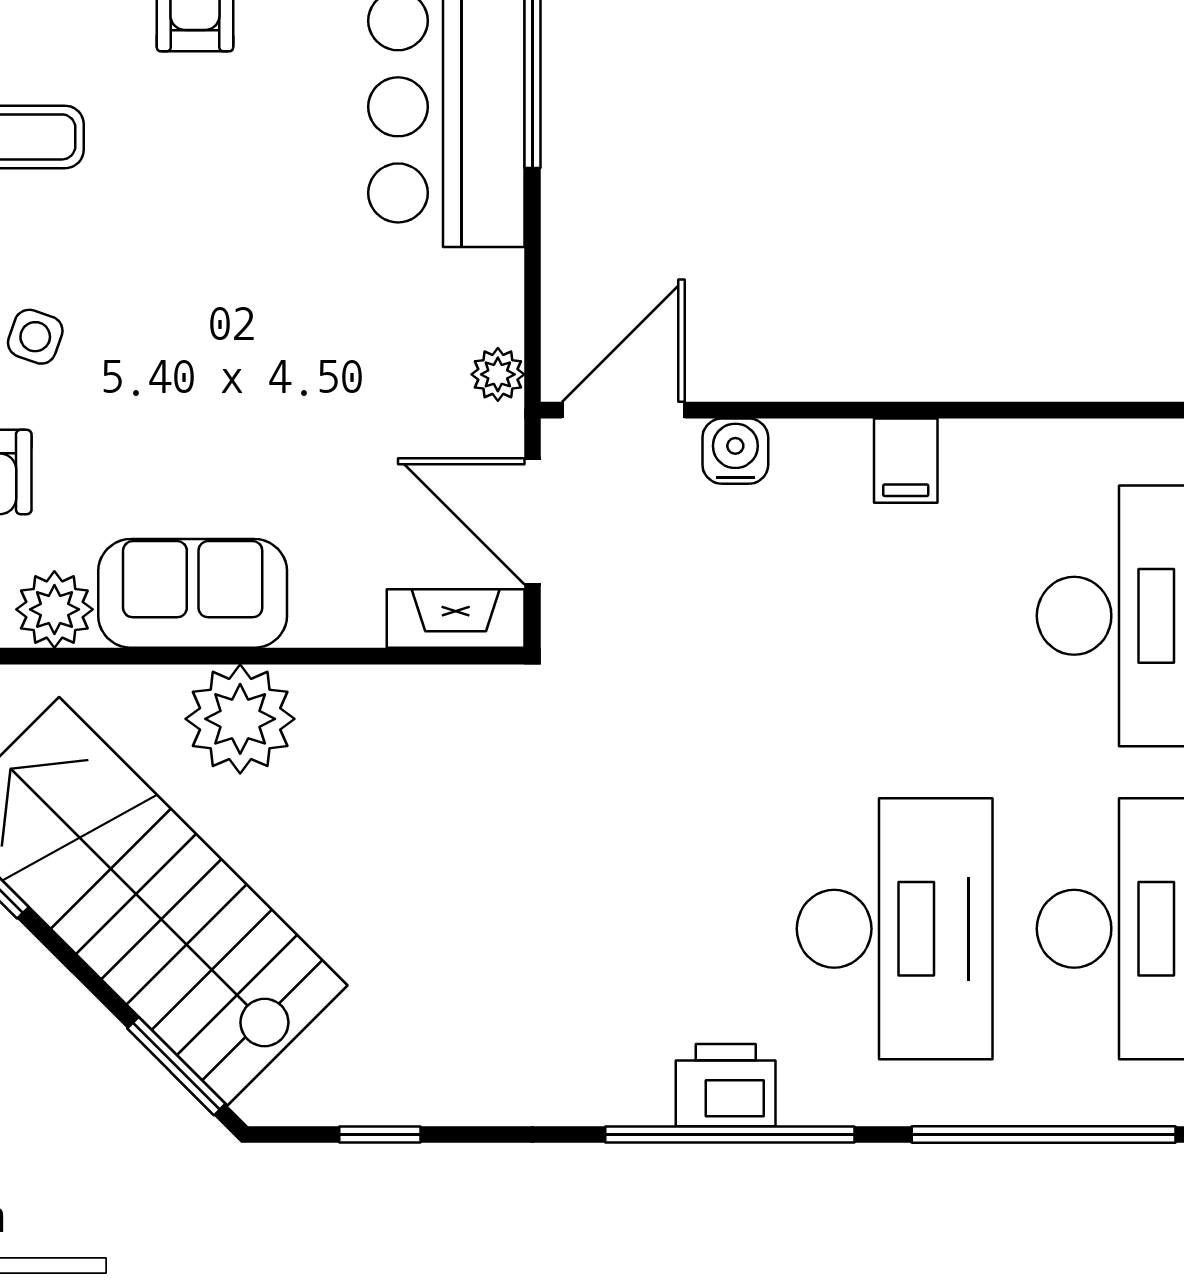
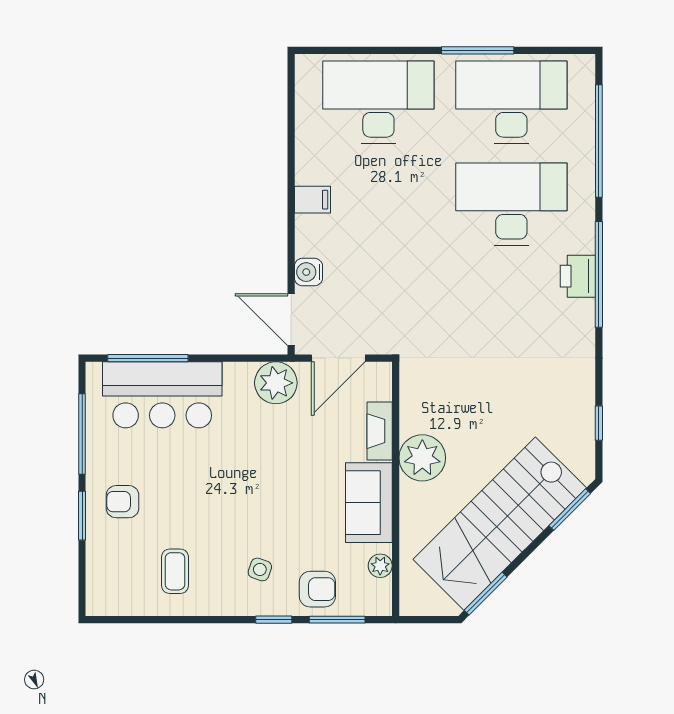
plant: (498, 374) -> (276, 383), width x1.88, depth x1.88
plant: (54, 609) -> (380, 566), width x0.73, depth x0.73
fireplace: (456, 619) -> (380, 431), moved
plant: (240, 719) -> (422, 458), moved

